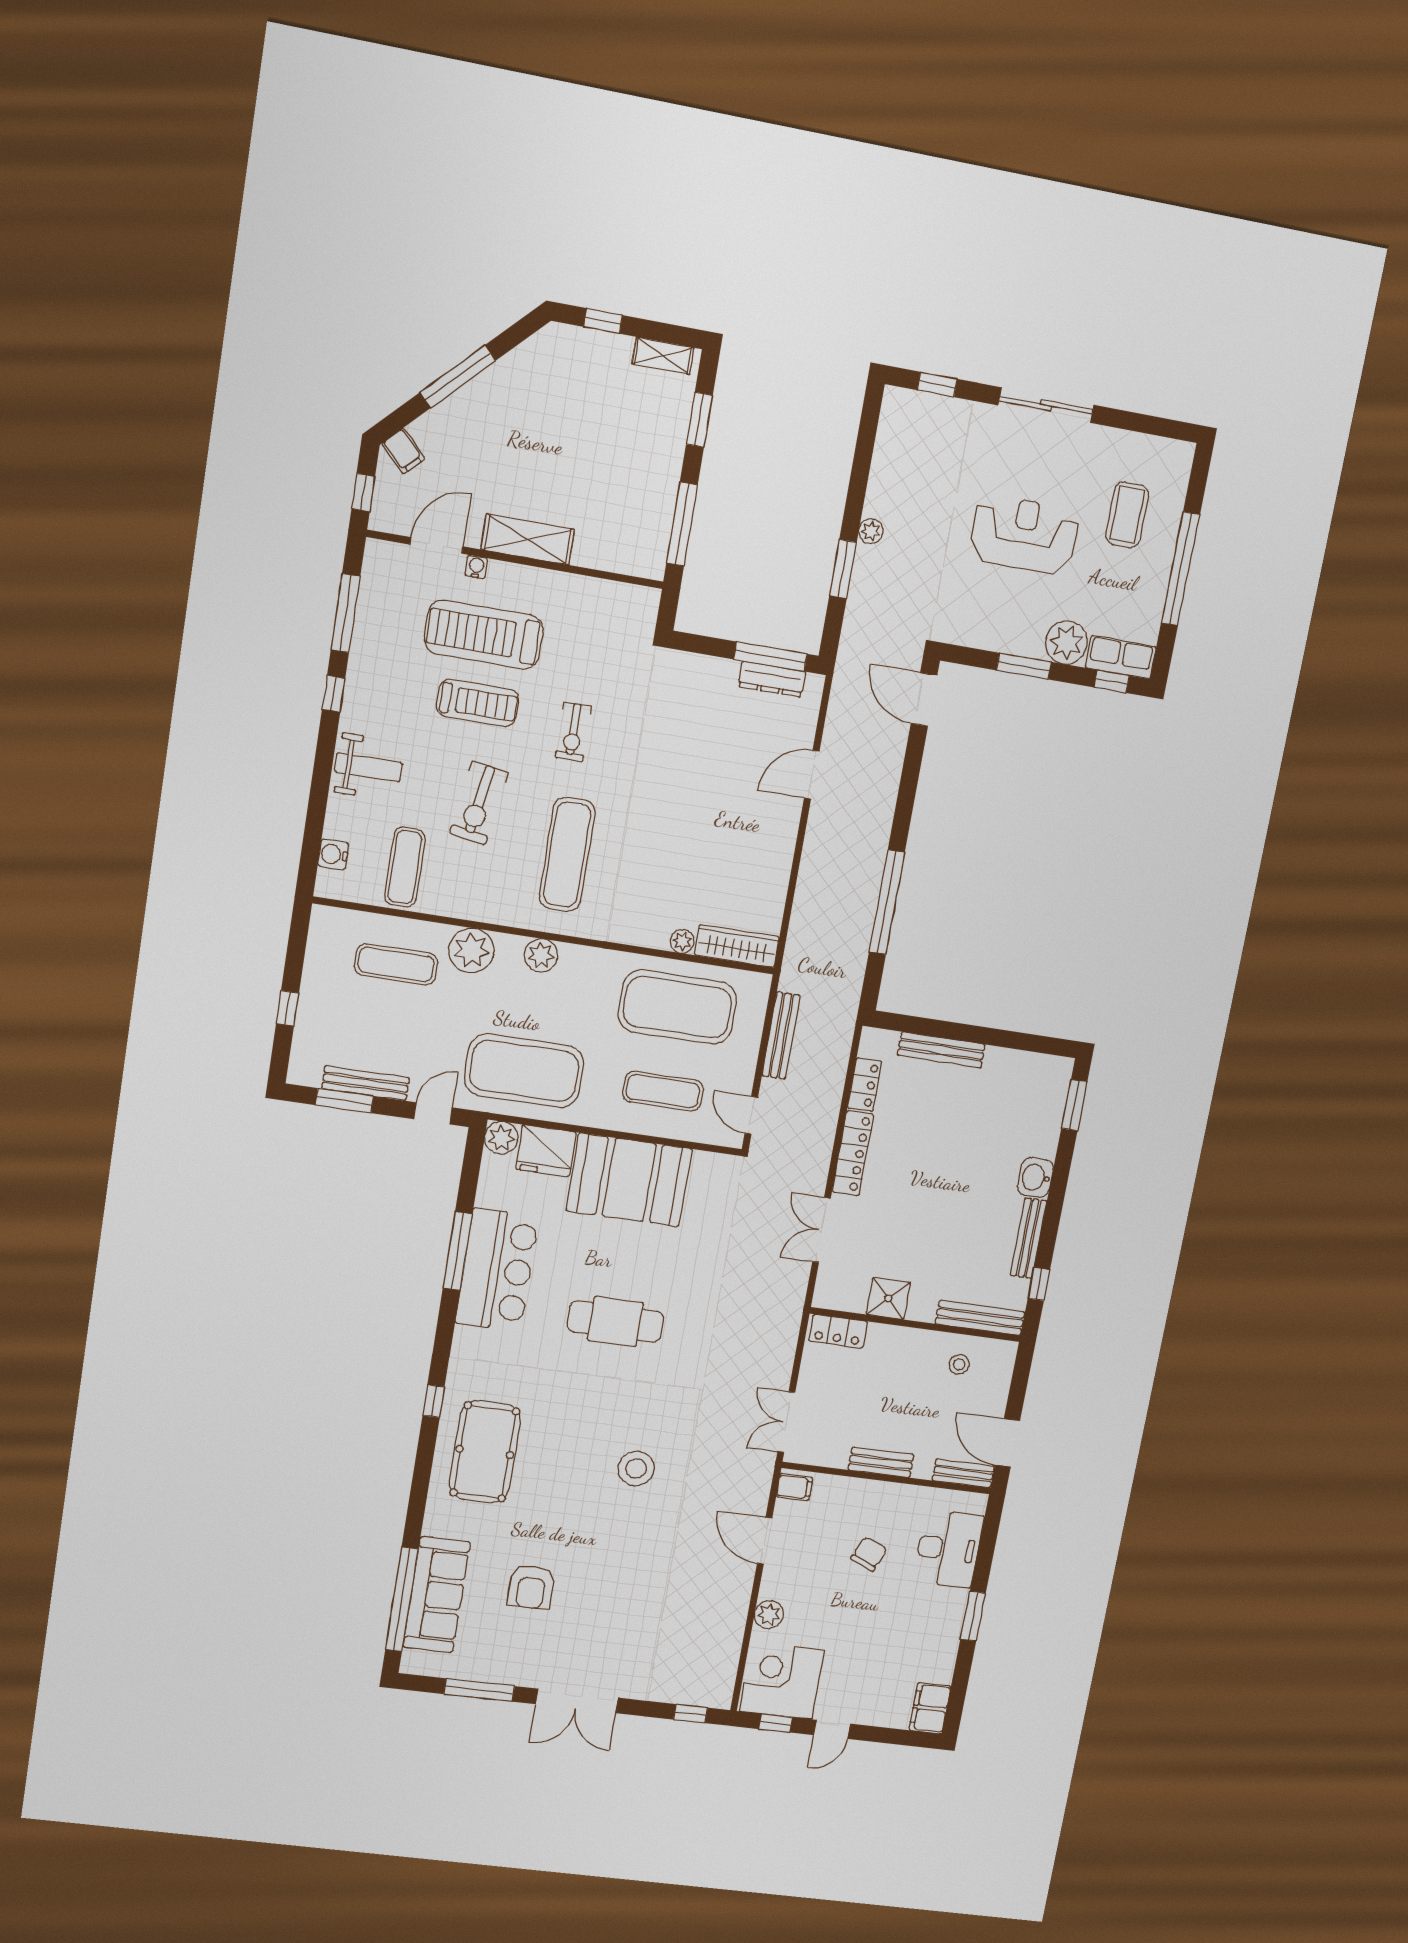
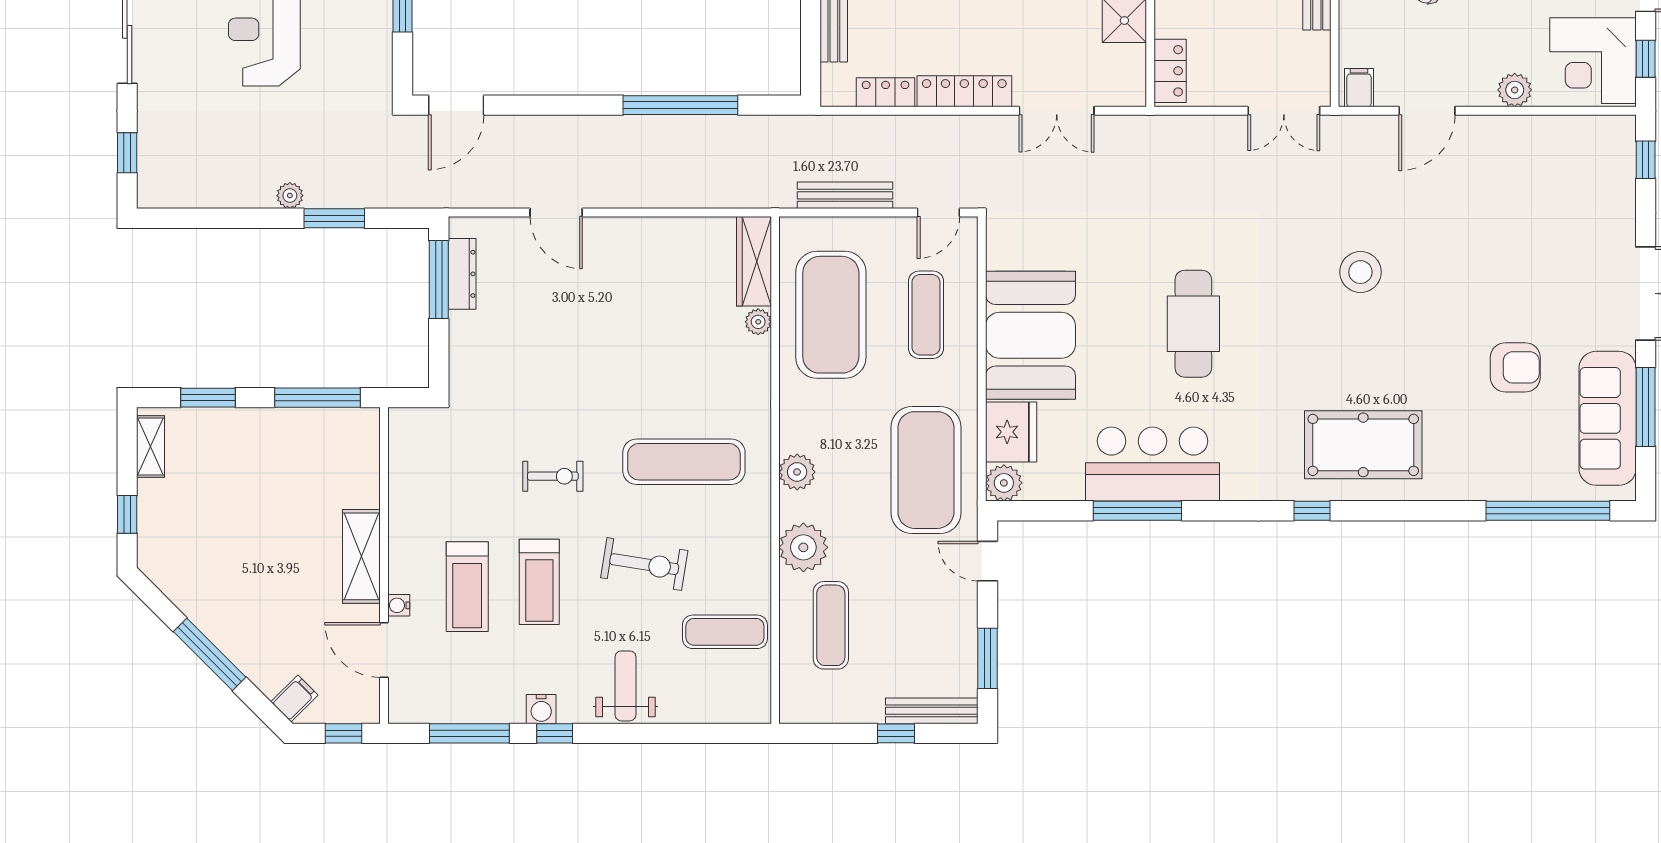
treadmill: (484, 635) -> (467, 587), width x0.73, depth x0.73
treadmill: (478, 703) -> (539, 582), turned 180
water cooler: (333, 854) -> (541, 709), moved
bench: (365, 1083) -> (932, 711), moved, turned 90
sofa: (437, 1595) -> (1608, 418), moved, turned -90

